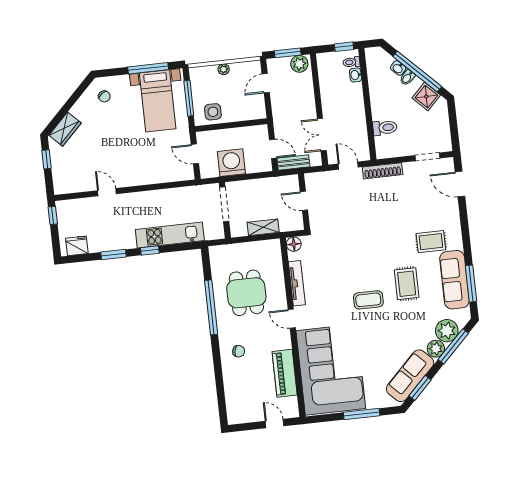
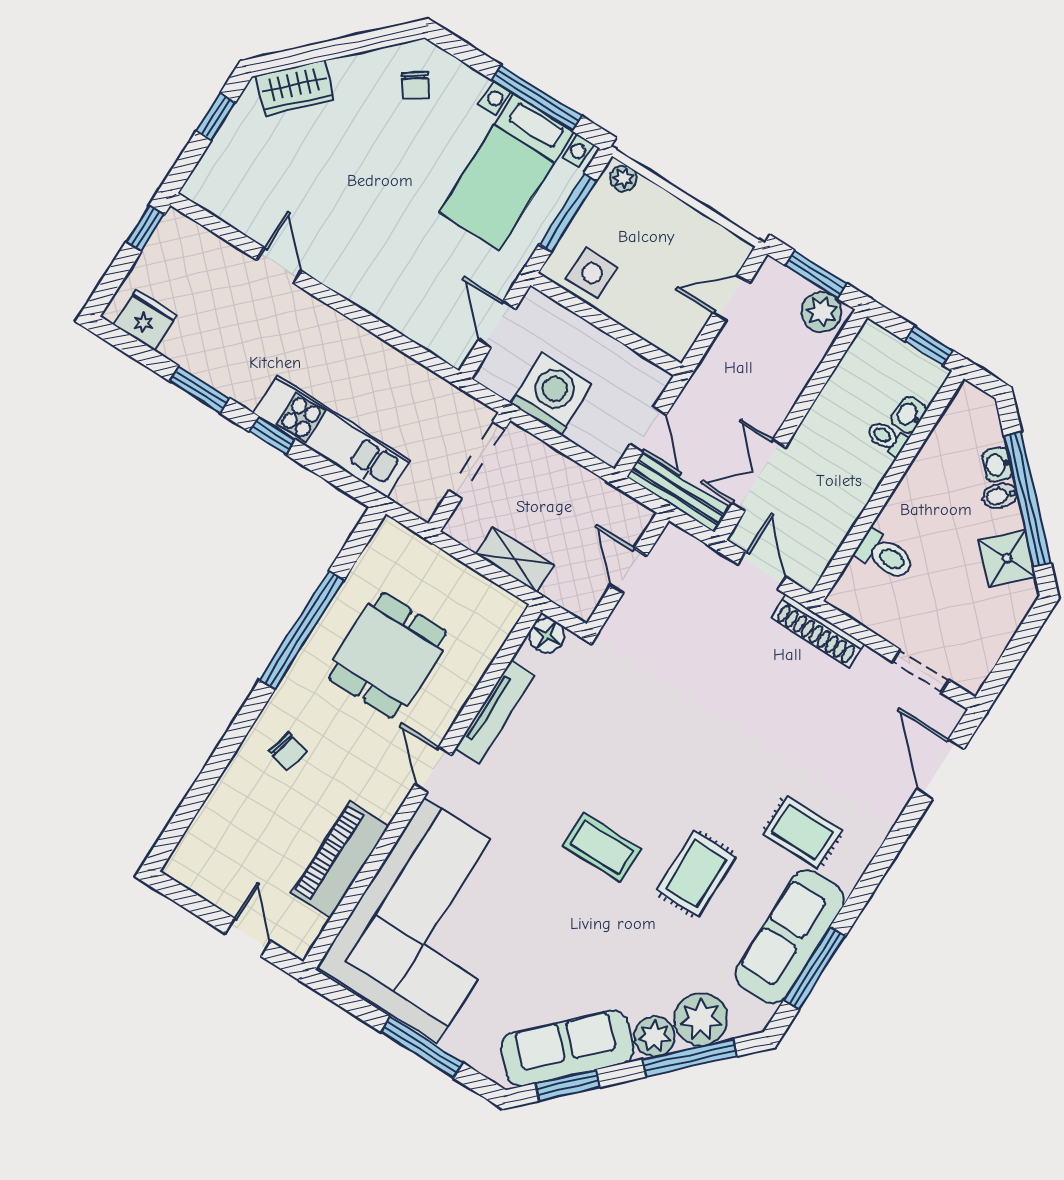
toilet: (351, 62) -> (887, 438), moved
plant: (224, 69) -> (623, 178), moved
bench: (293, 163) -> (677, 492), width x1.36

